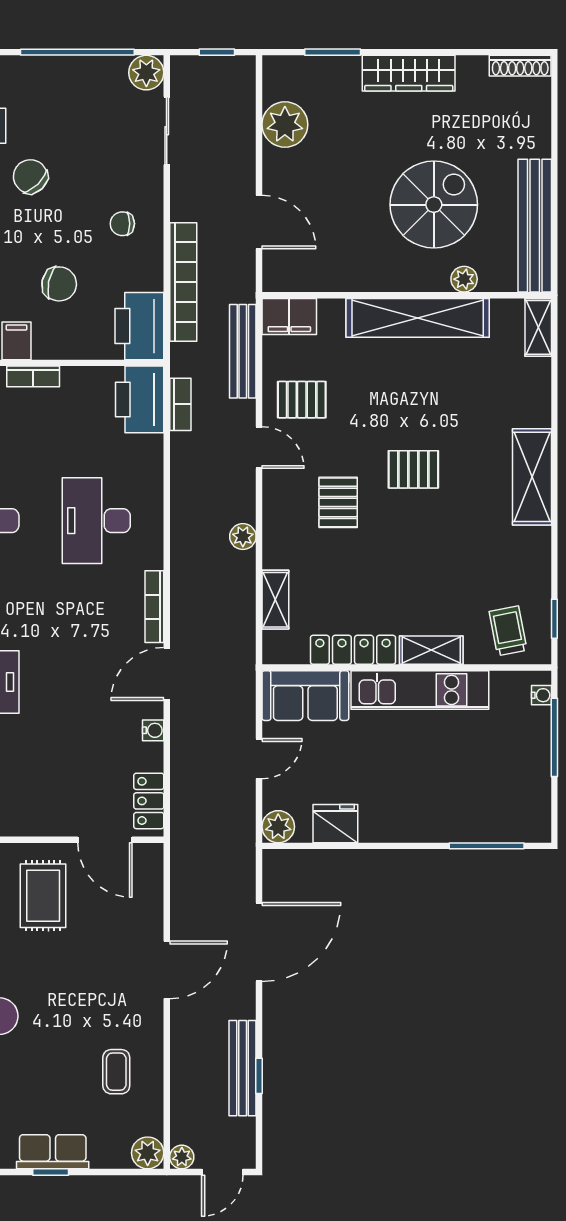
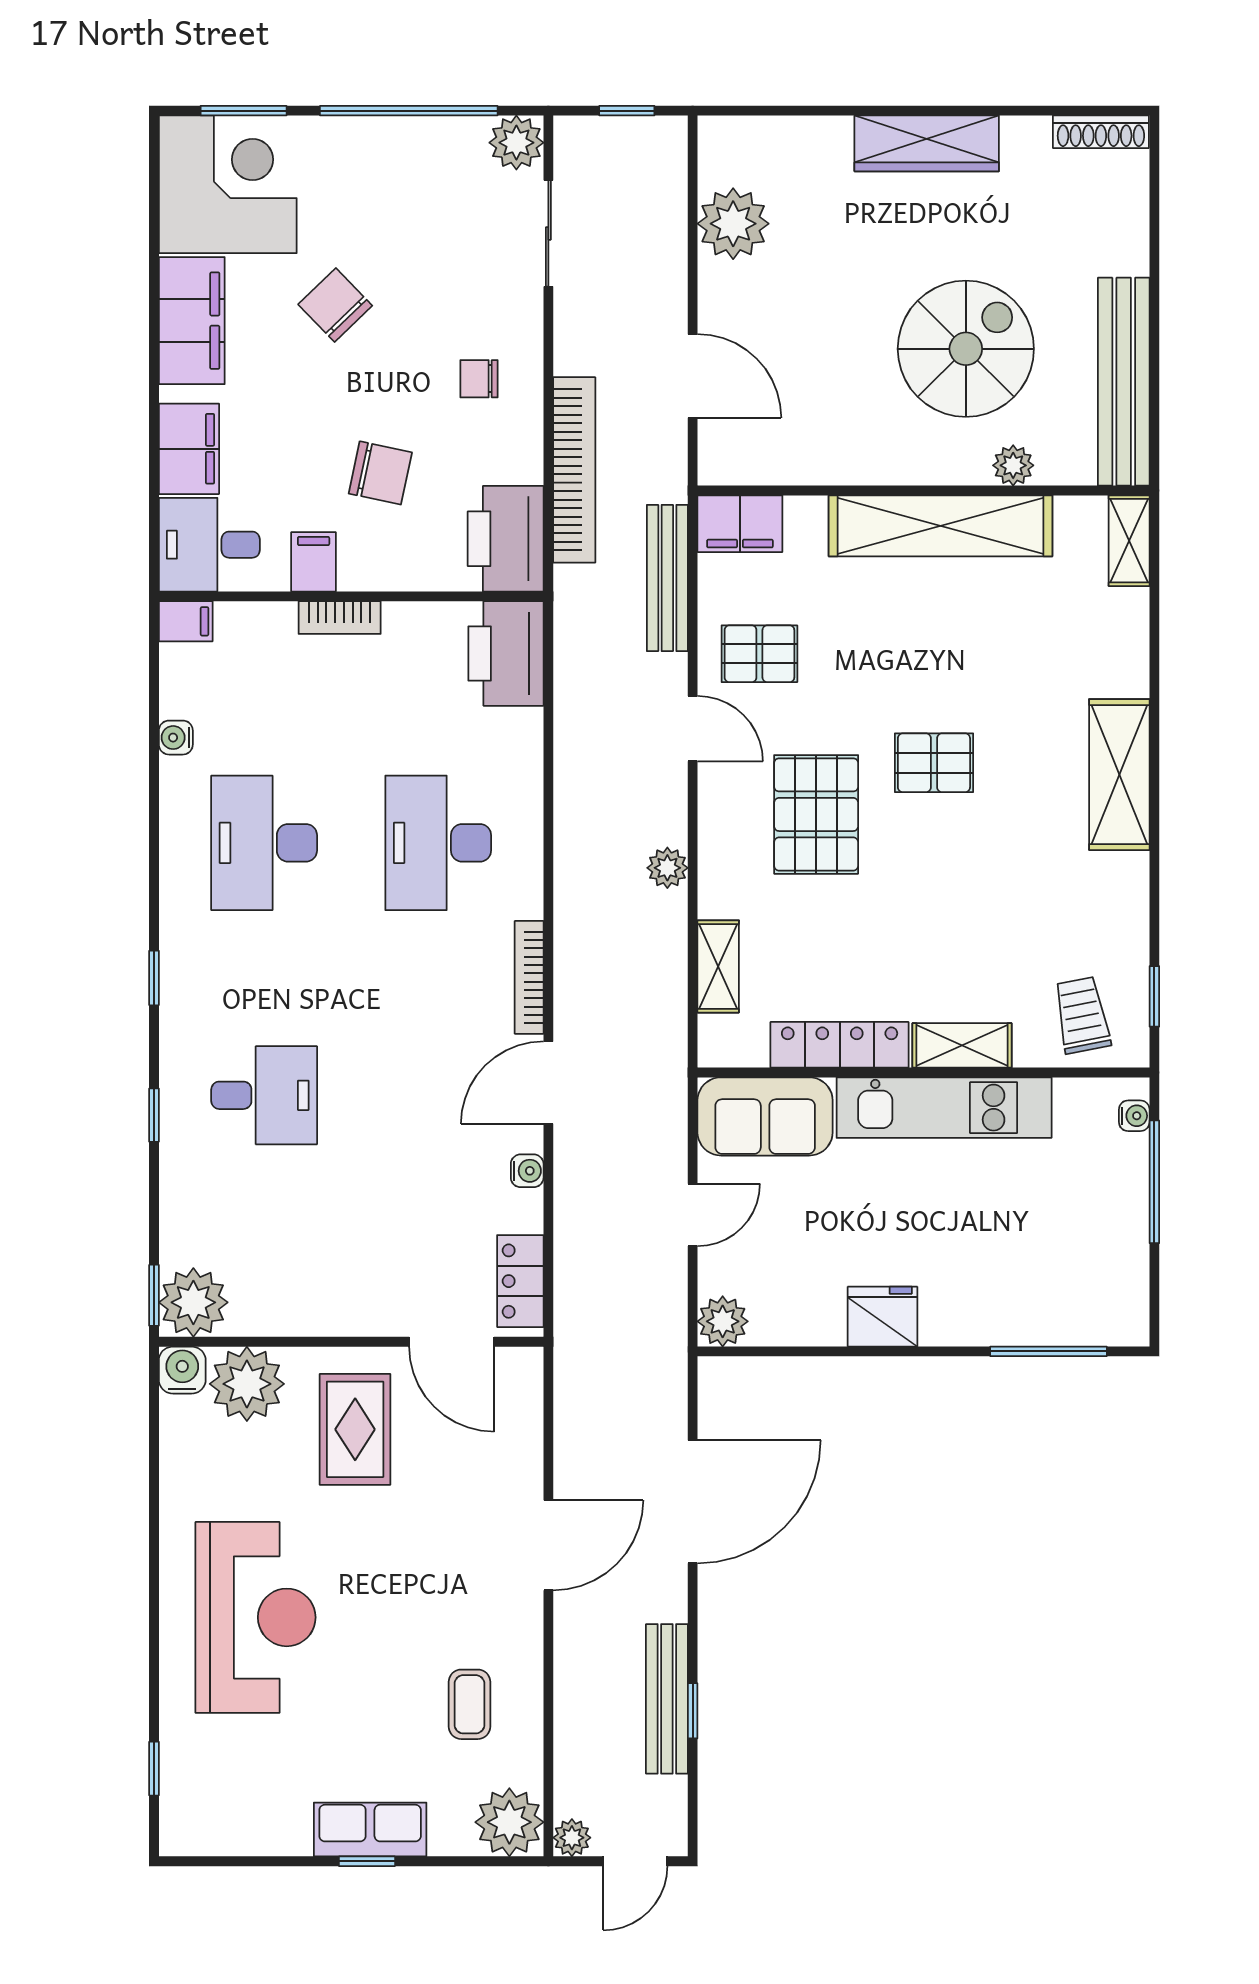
window: (333, 52) -> (808, 111), removed
bookcase: (180, 404) -> (570, 661), removed
pallet: (338, 502) -> (816, 814), width x1.50, depth x1.42
fridge: (335, 824) -> (883, 1317), moved
plant: (148, 1153) -> (509, 1822), width x1.36, depth x1.36

